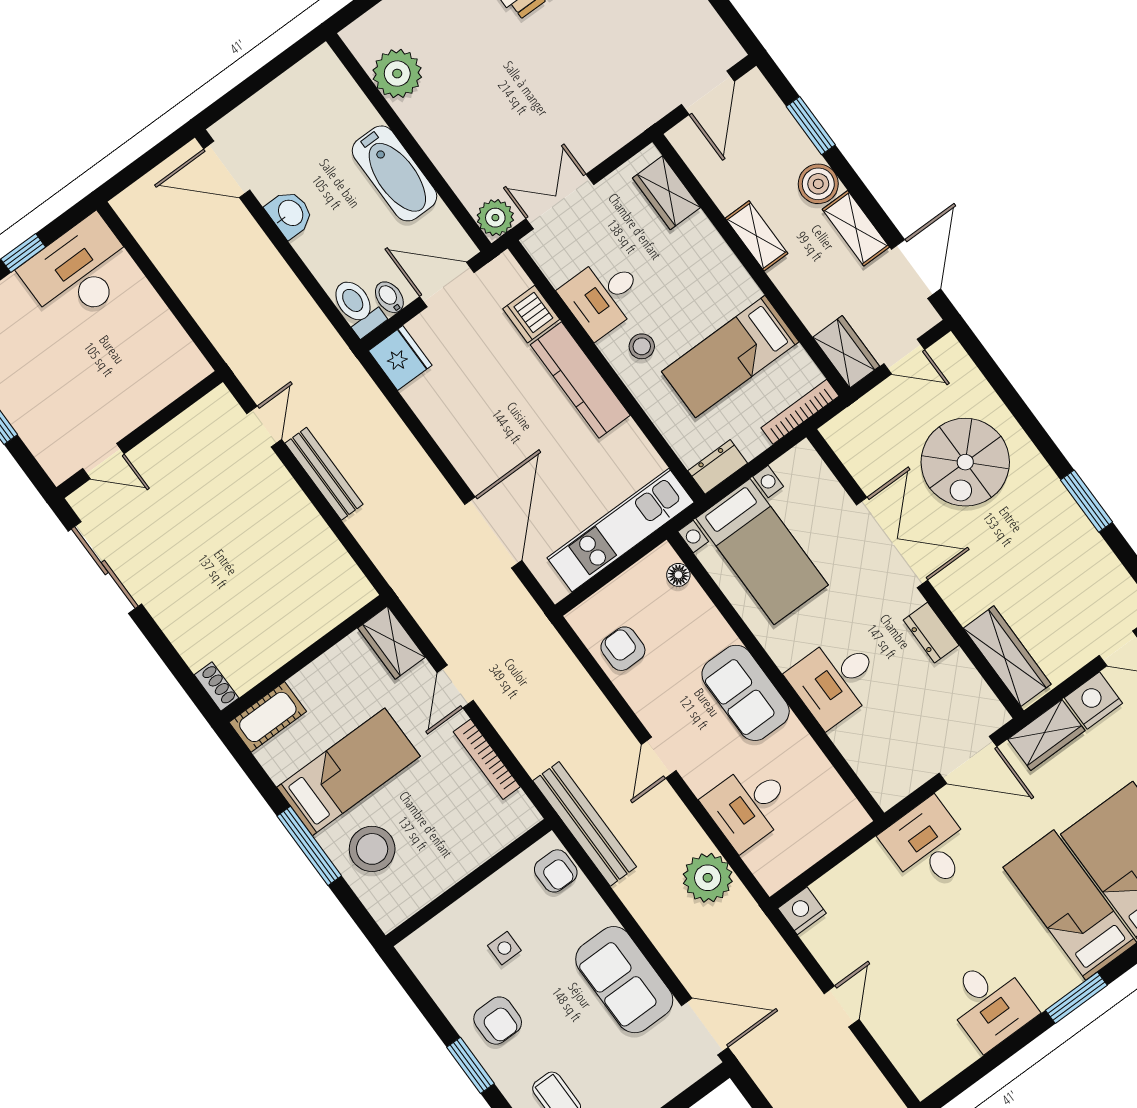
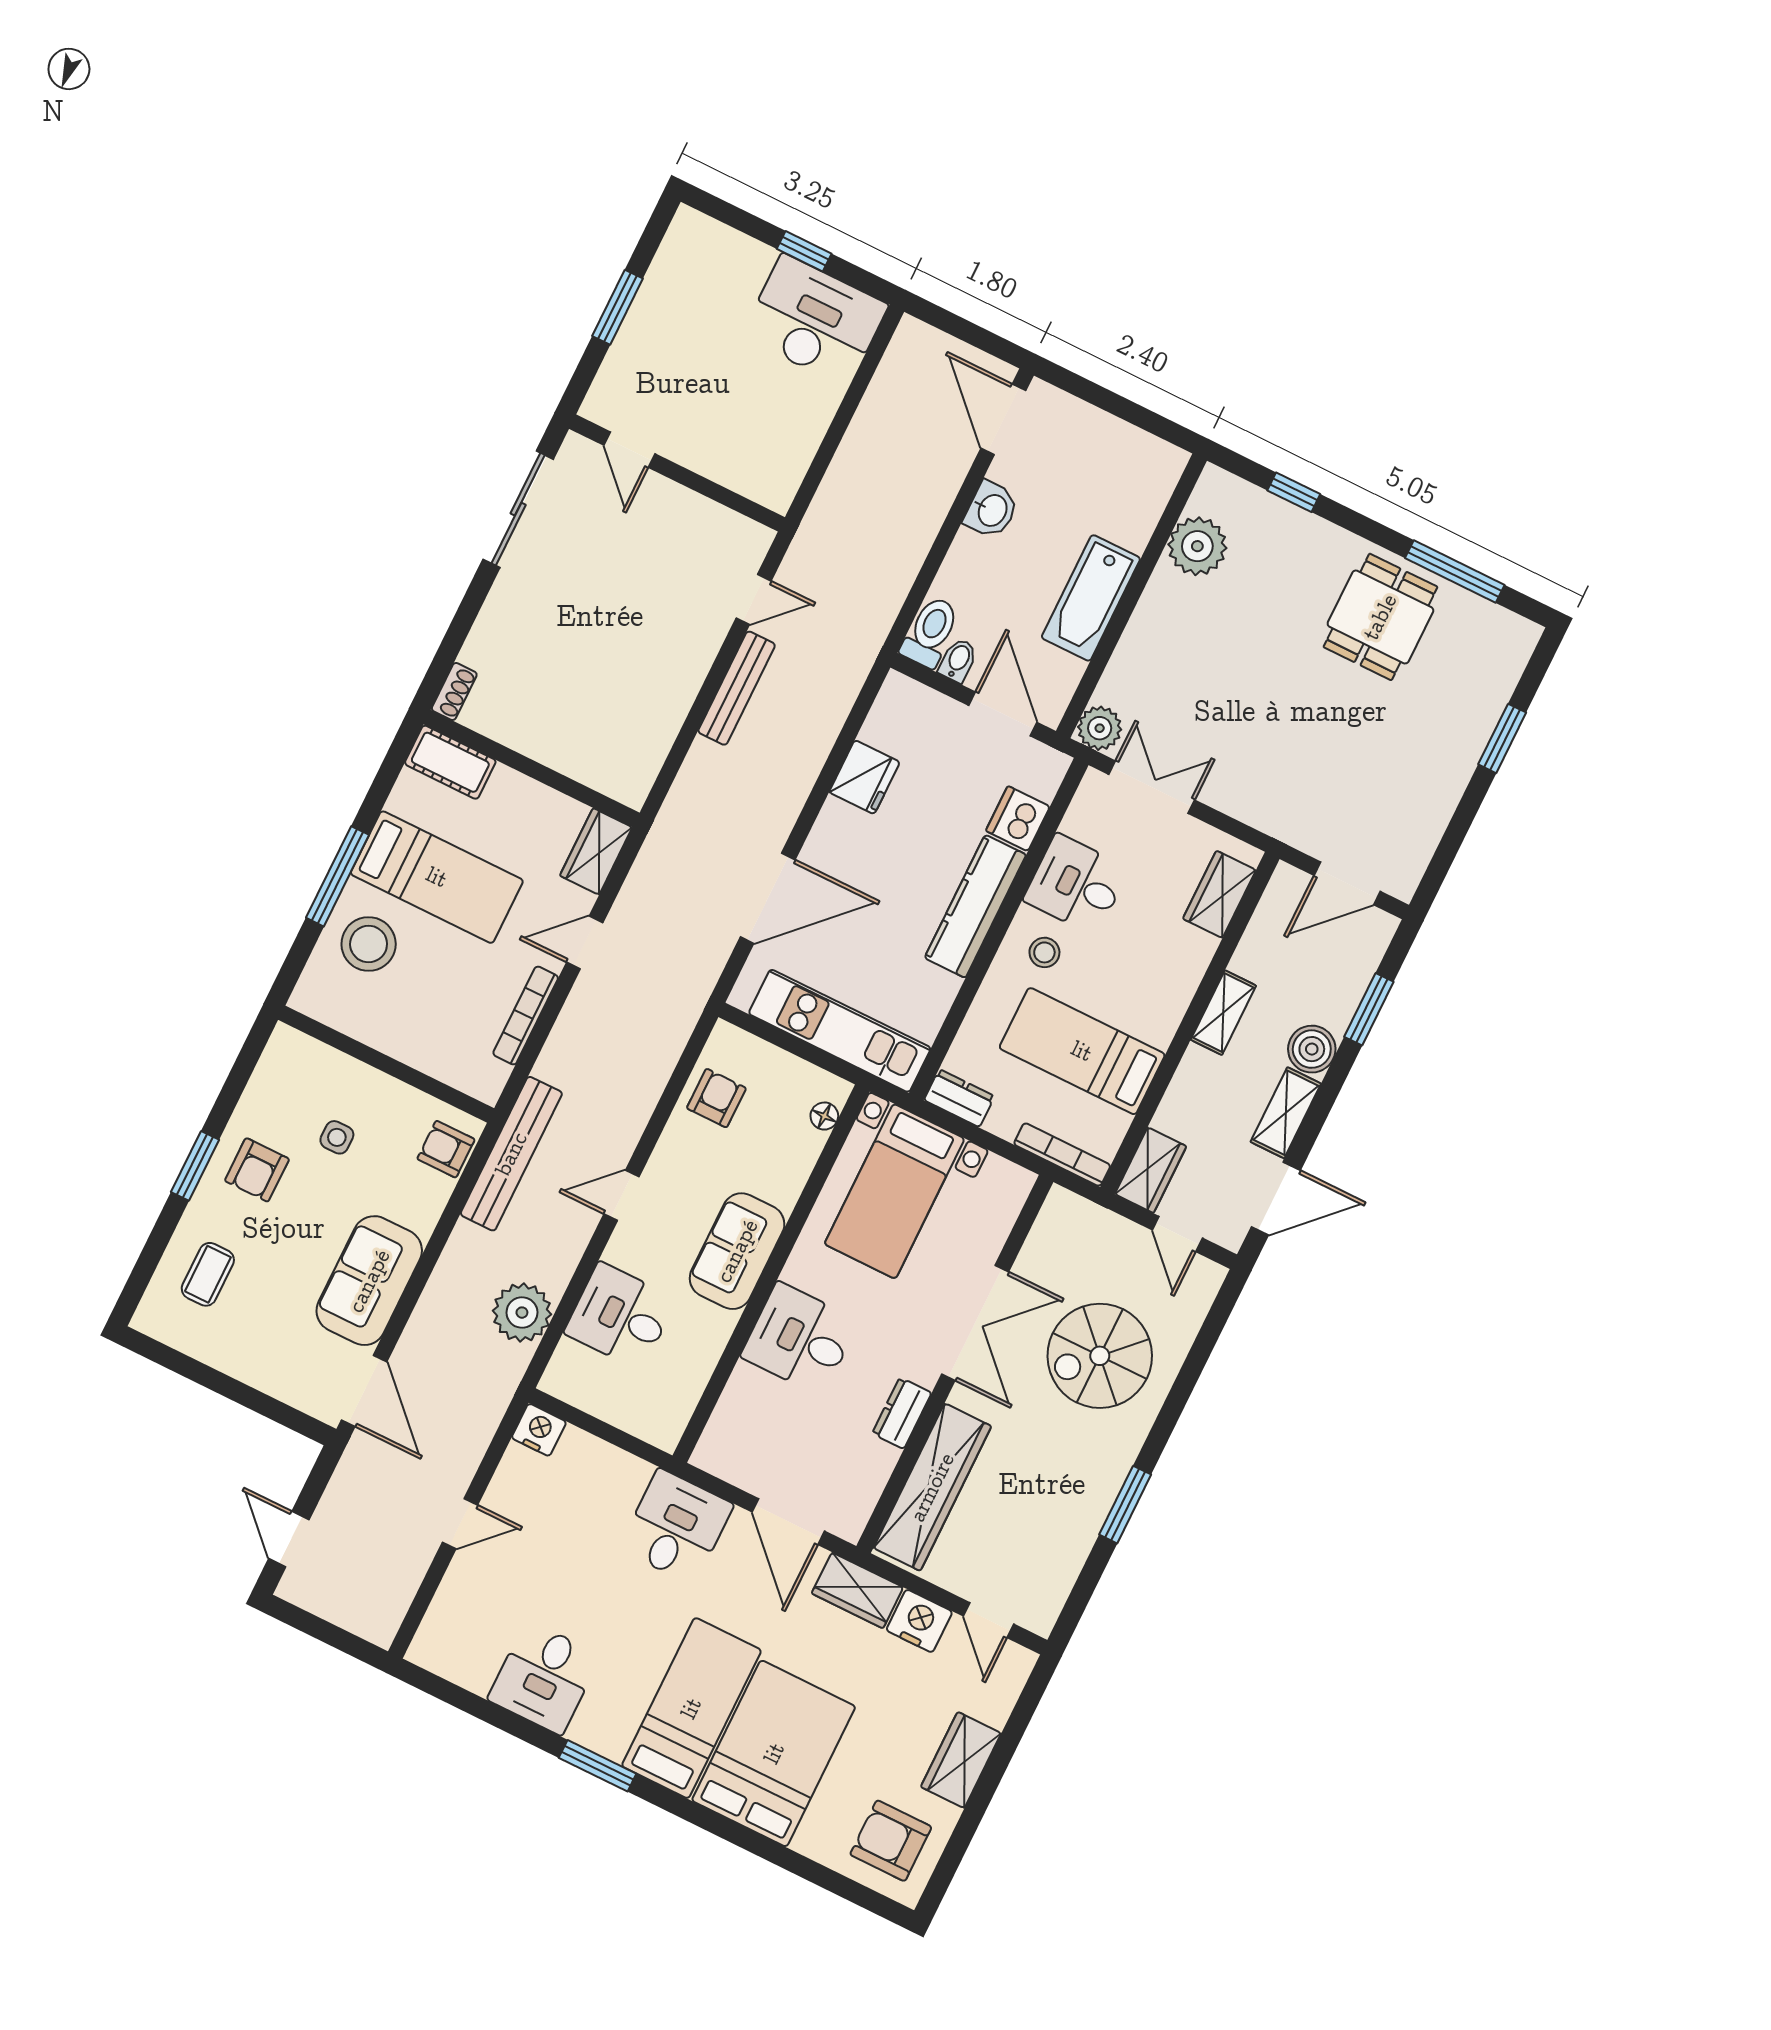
fridge: (400, 358) -> (864, 777), moved
wardrobe: (1007, 656) -> (932, 1487), width x1.40, depth x1.17
armchair: (556, 871) -> (446, 1149), turned 90

